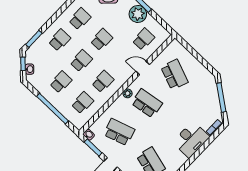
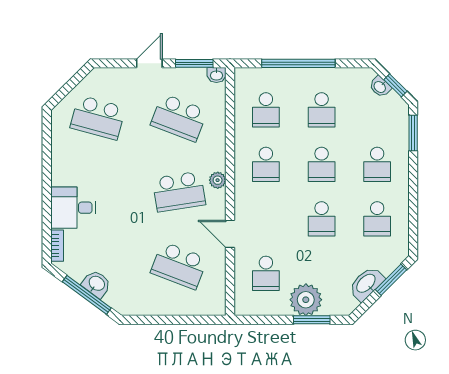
door: (143, 68) -> (230, 234), swing flipped
washbasin: (213, 98) -> (96, 284), added
school desk: (119, 132) -> (179, 118), turned 39
desk: (191, 140) -> (73, 208), width x0.73

